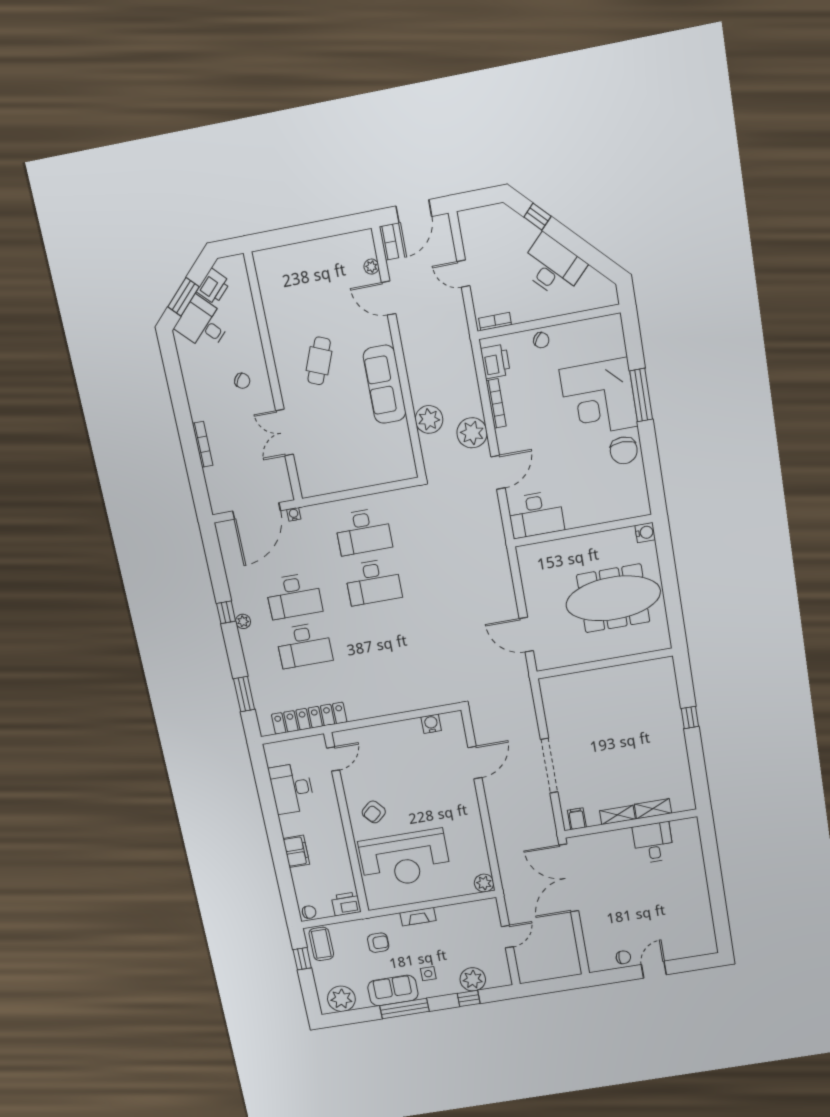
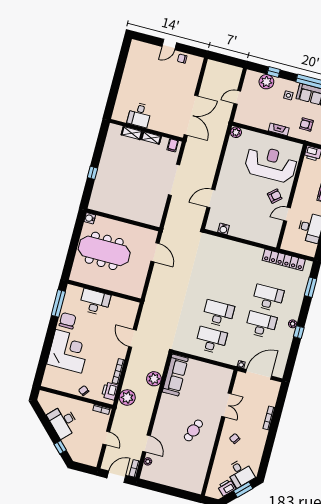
sofa: (385, 384) -> (175, 375), moved
window: (641, 395) -> (58, 303), moved
plant: (472, 433) -> (127, 397), moved
door: (498, 472) -> (132, 338), hinge flipped
desk: (536, 514) -> (95, 302), moved
water cooler: (645, 533) -> (90, 218), moved
door: (333, 759) -> (287, 214), moved

